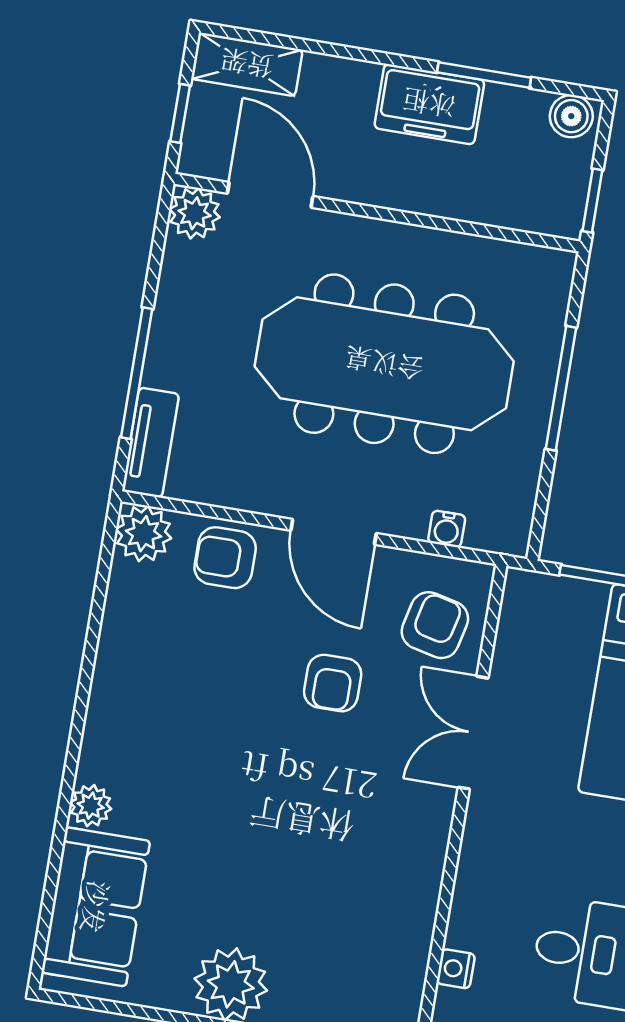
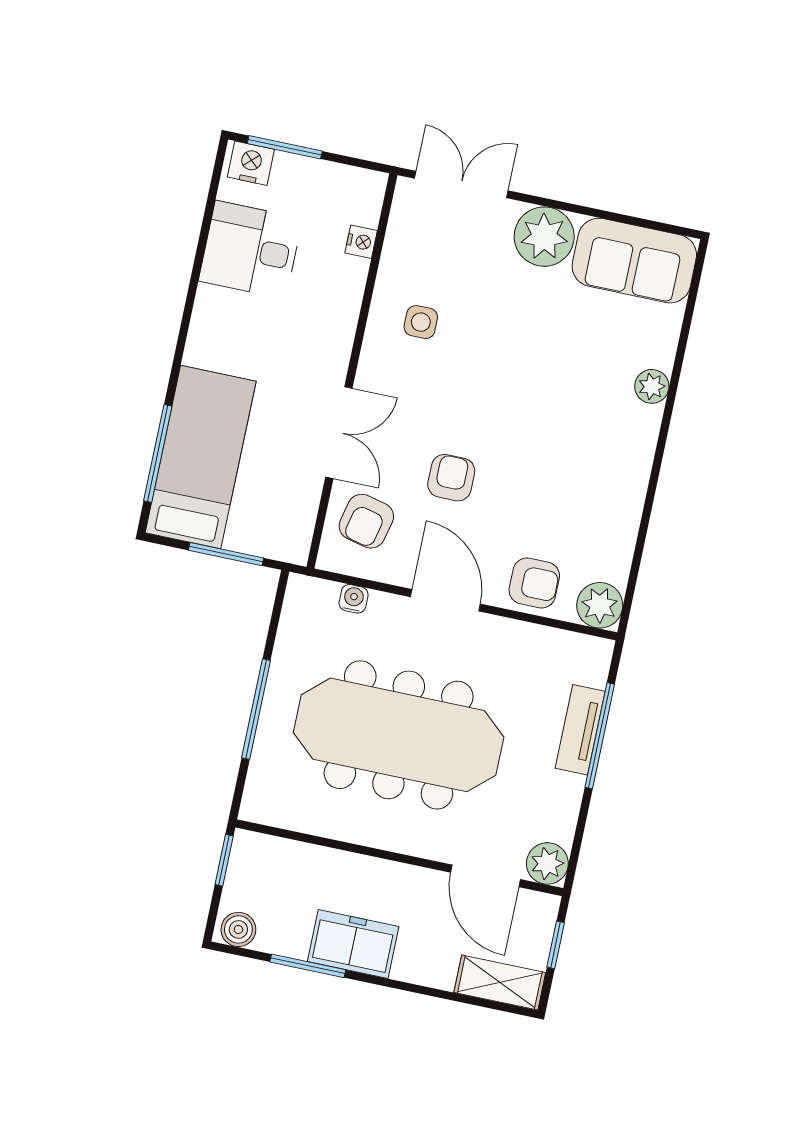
tv unit: (151, 443) -> (580, 730), moved
side table: (378, 873) -> (421, 322), added
sofa: (96, 907) -> (634, 261), moved, turned -90

